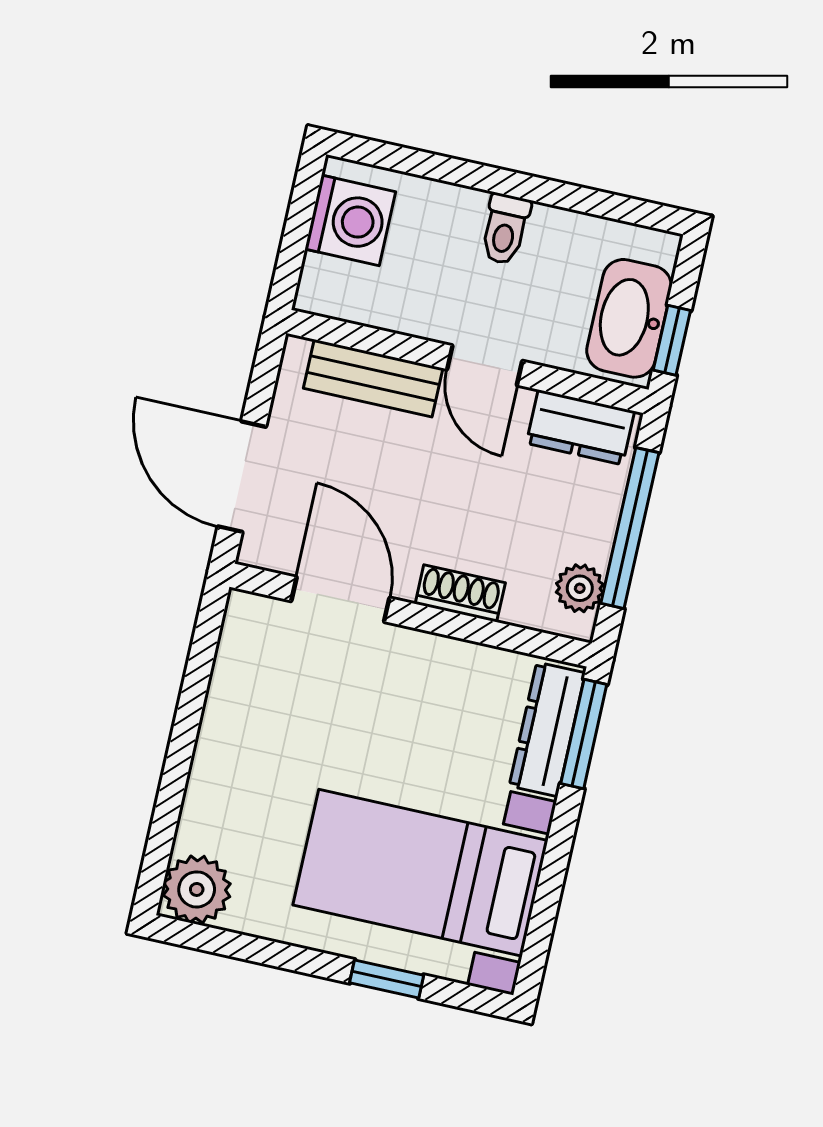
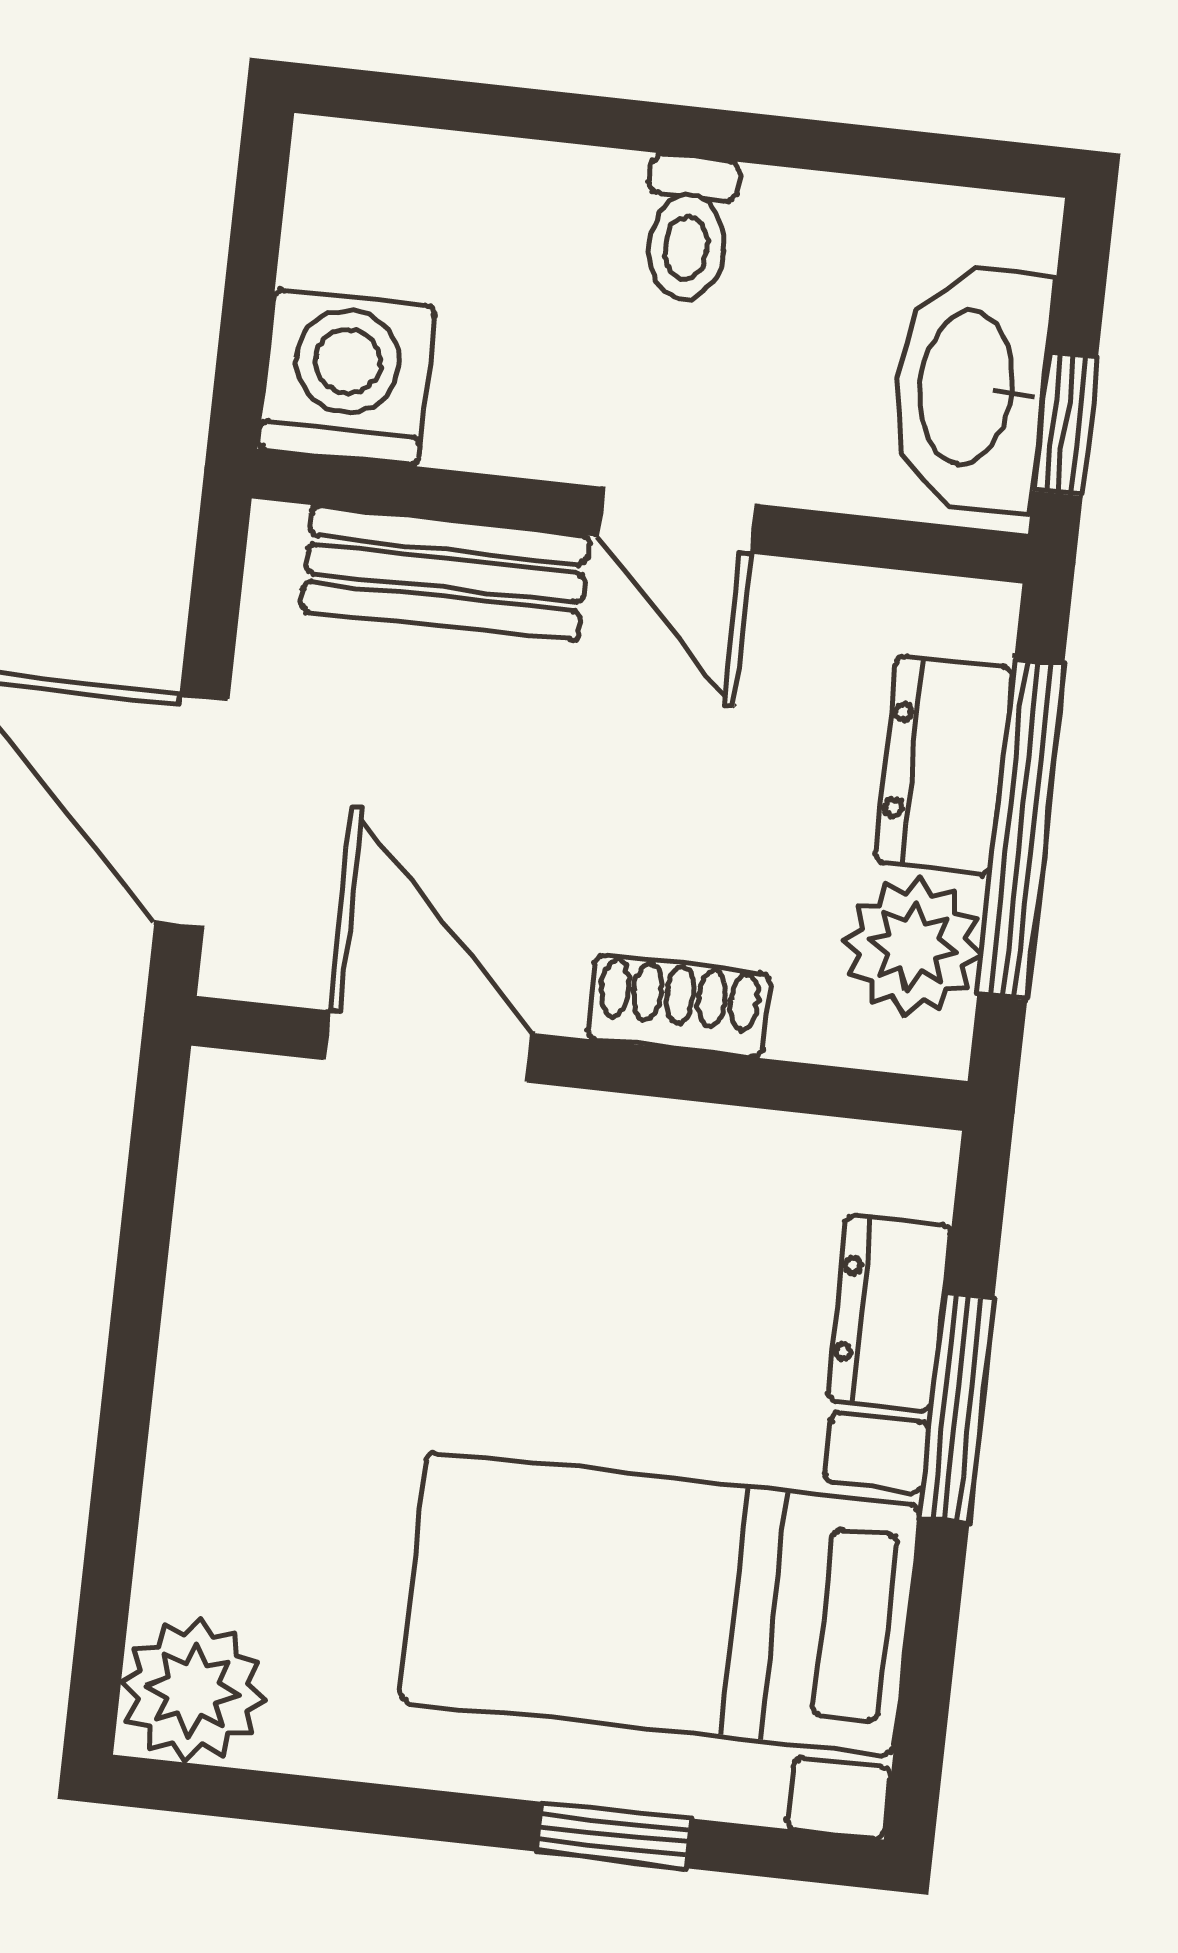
washing machine: (350, 220) -> (346, 377), moved, turned -90
dresser: (580, 427) -> (944, 765), moved, turned 90
plant: (580, 588) -> (912, 946), width x1.38, depth x1.38
dresser: (547, 729) -> (889, 1313), width x0.70
window: (584, 734) -> (957, 1408), moved

